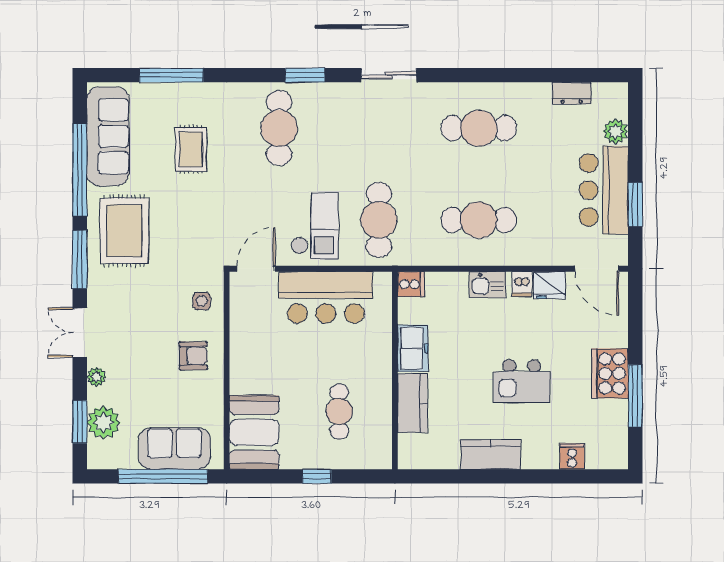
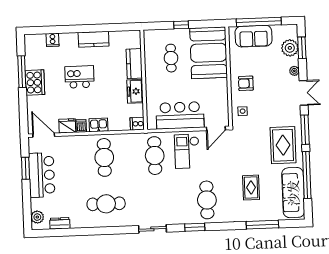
plant: (616, 131) -> (37, 217), moved
cafe table: (479, 220) -> (104, 157), turned 90
booth: (254, 432) -> (209, 53), width x1.36, depth x1.42

